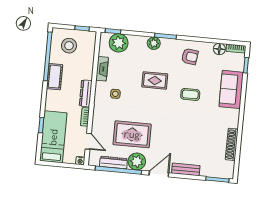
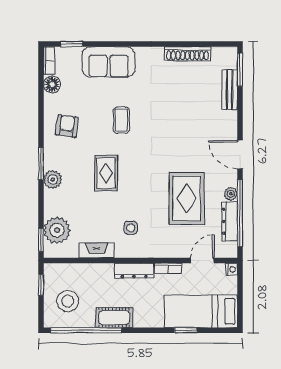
plant: (137, 161) -> (231, 194), width x0.53, depth x0.53
bench: (186, 169) -> (230, 90), moved

